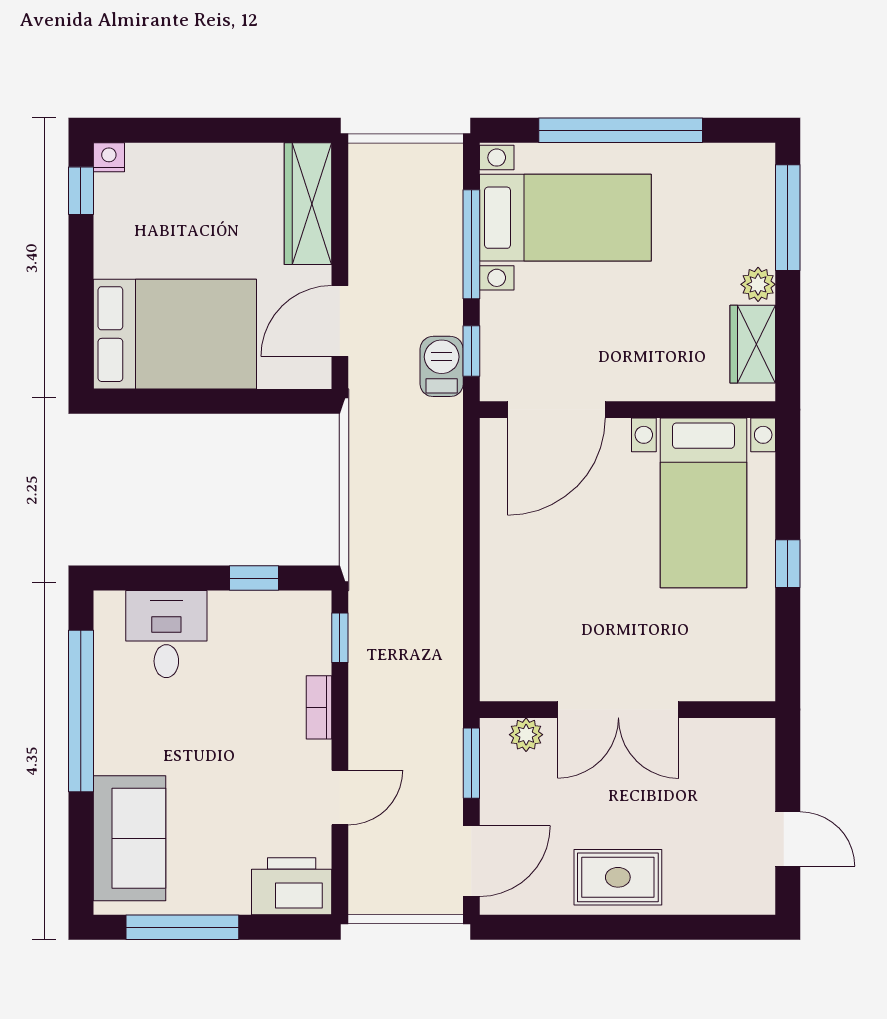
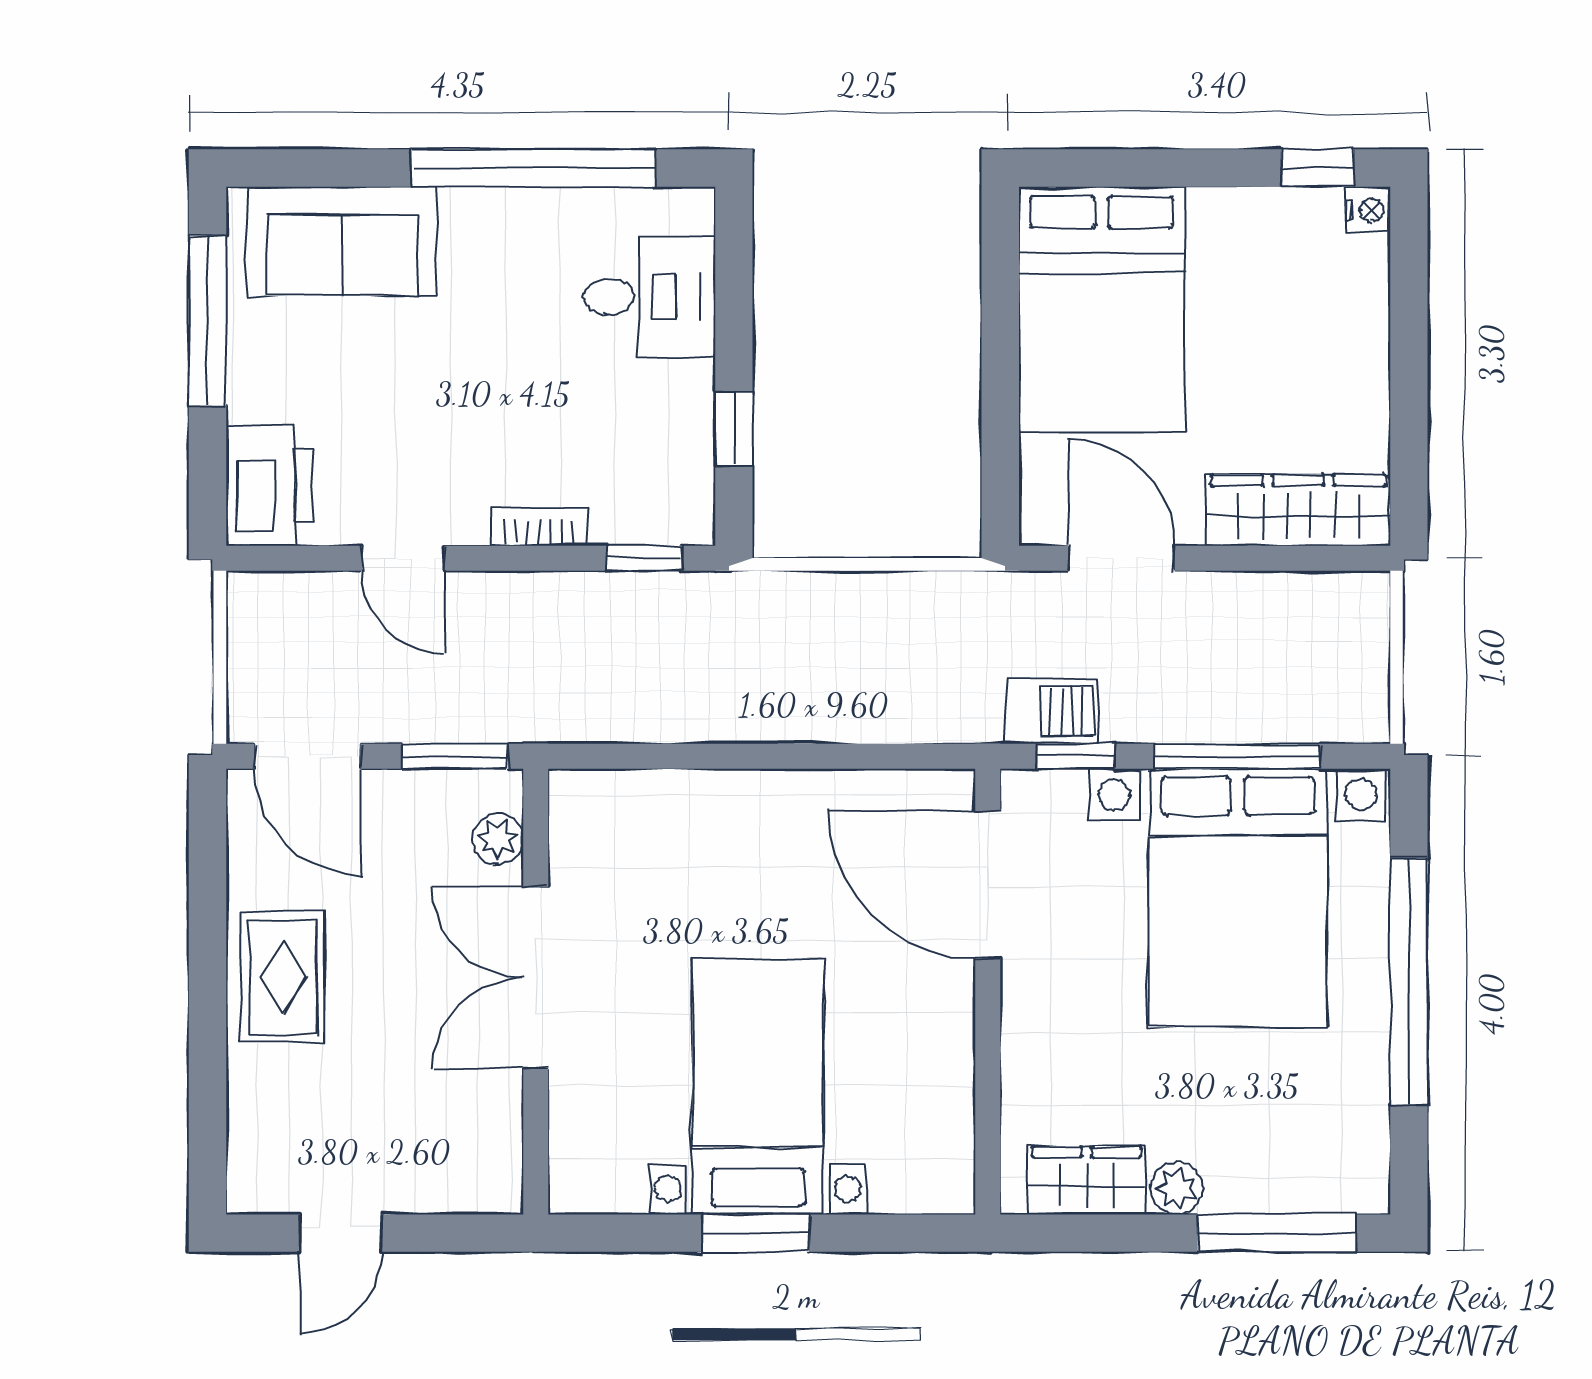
bed with nightstands: (565, 218) -> (1238, 898), width x1.36
bed with nightstands: (703, 503) -> (758, 1086), moved, turned 90
window: (788, 564) -> (756, 1233), width x1.50

